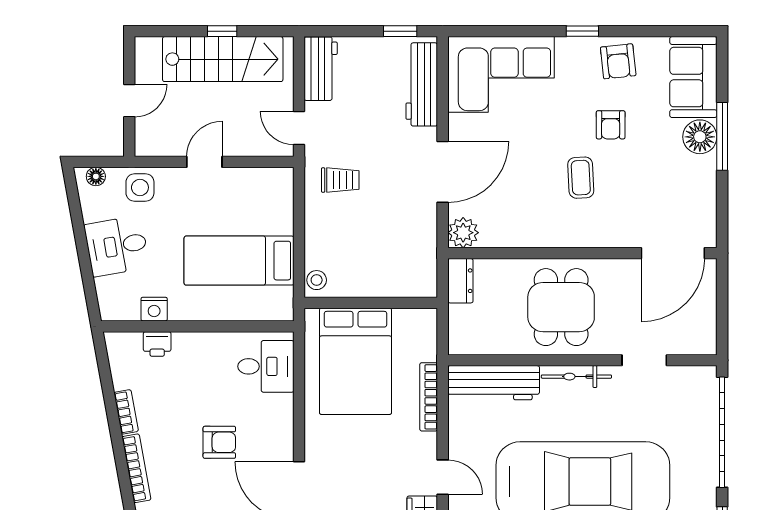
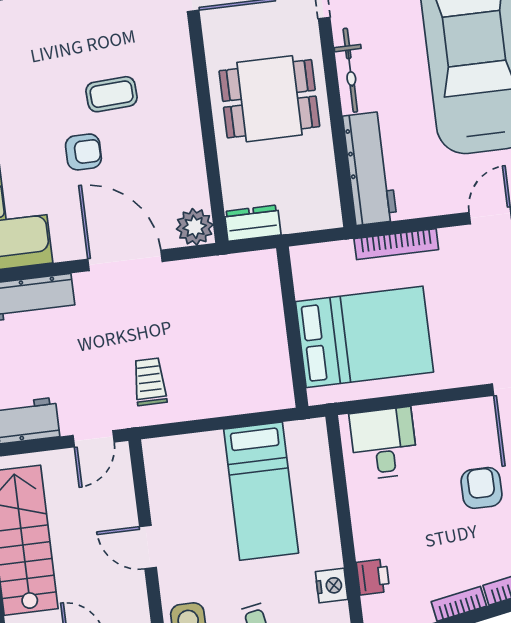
armchair: (611, 125) -> (83, 152), moved
stool: (317, 280) -> (273, 395), removed

